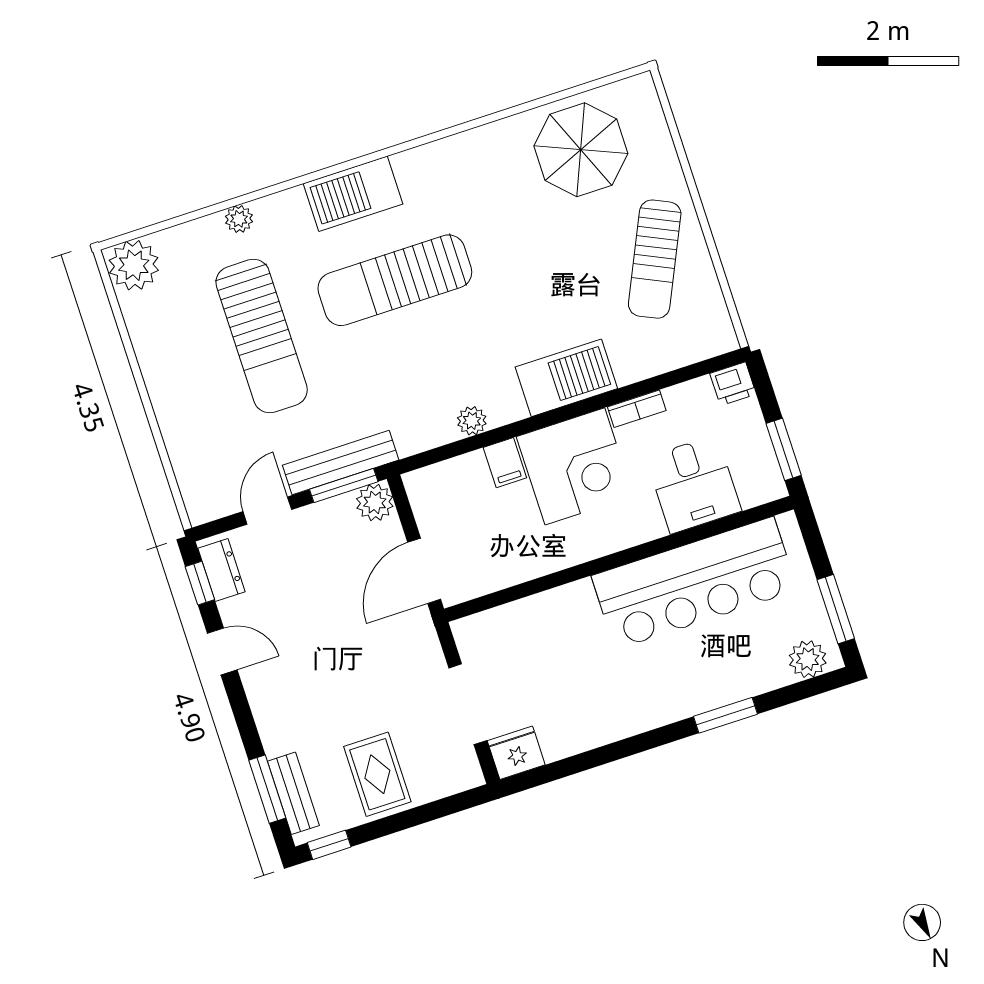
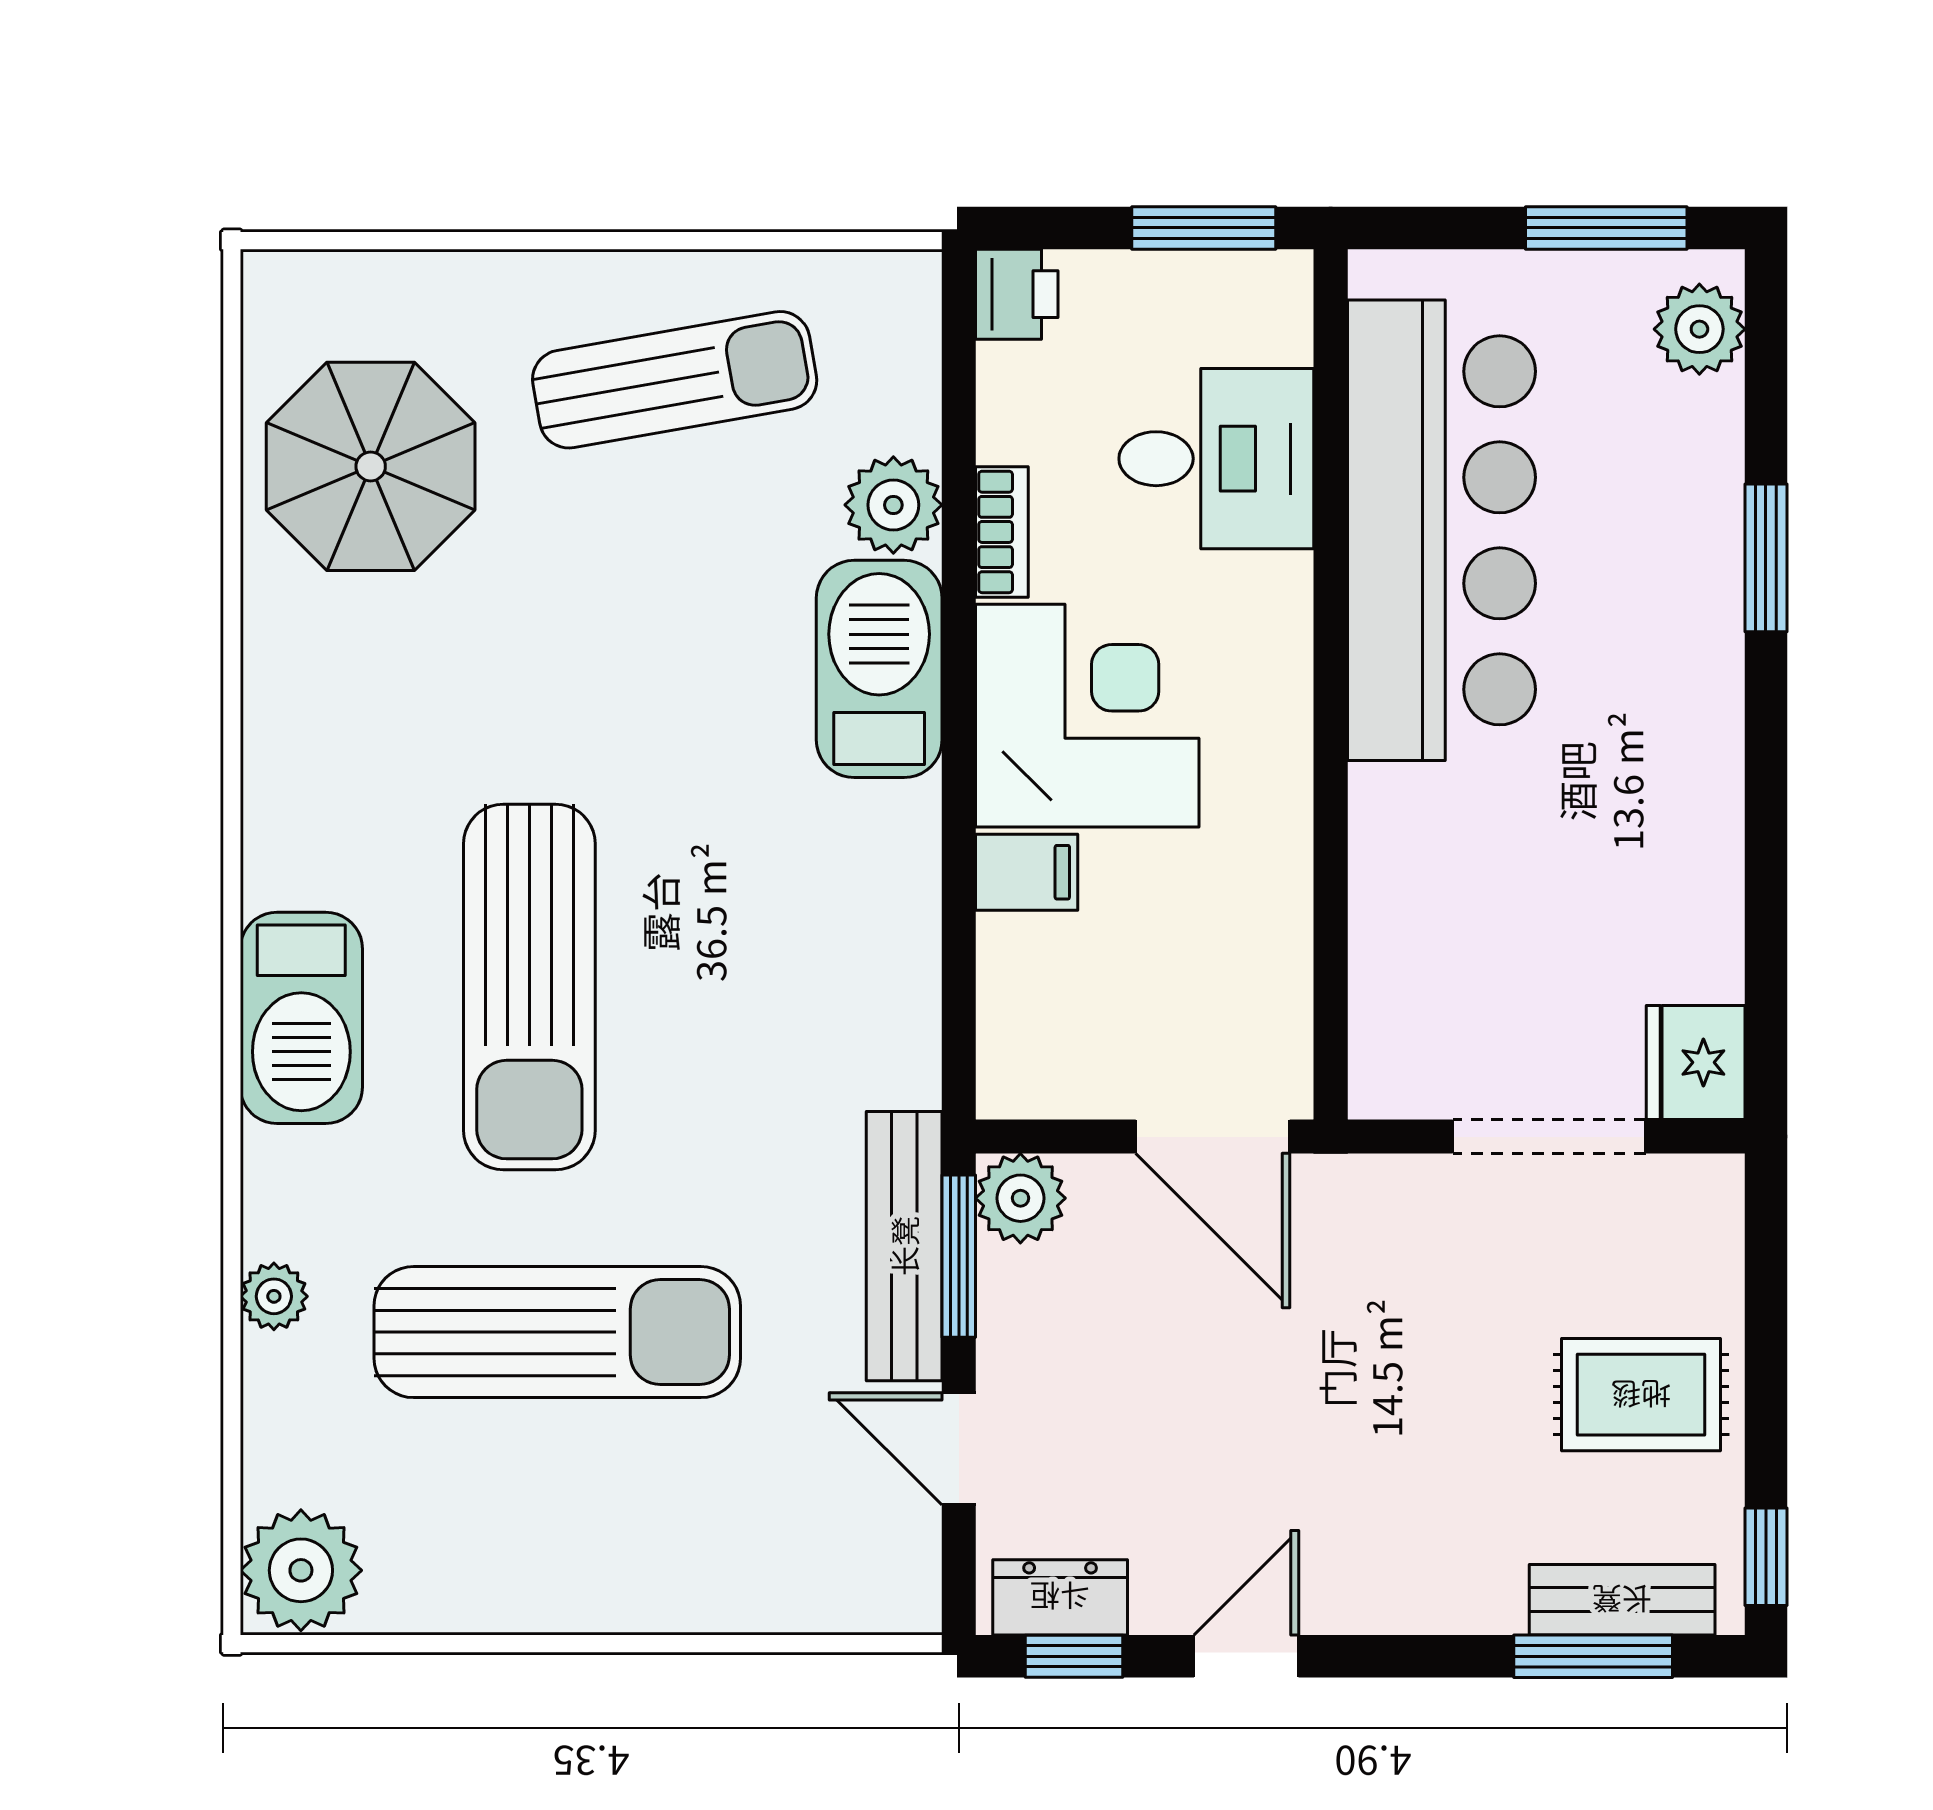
sun lounger: (655, 259) -> (675, 380), turned -35
plant: (472, 421) -> (893, 505), moved, width x1.38, depth x1.38

